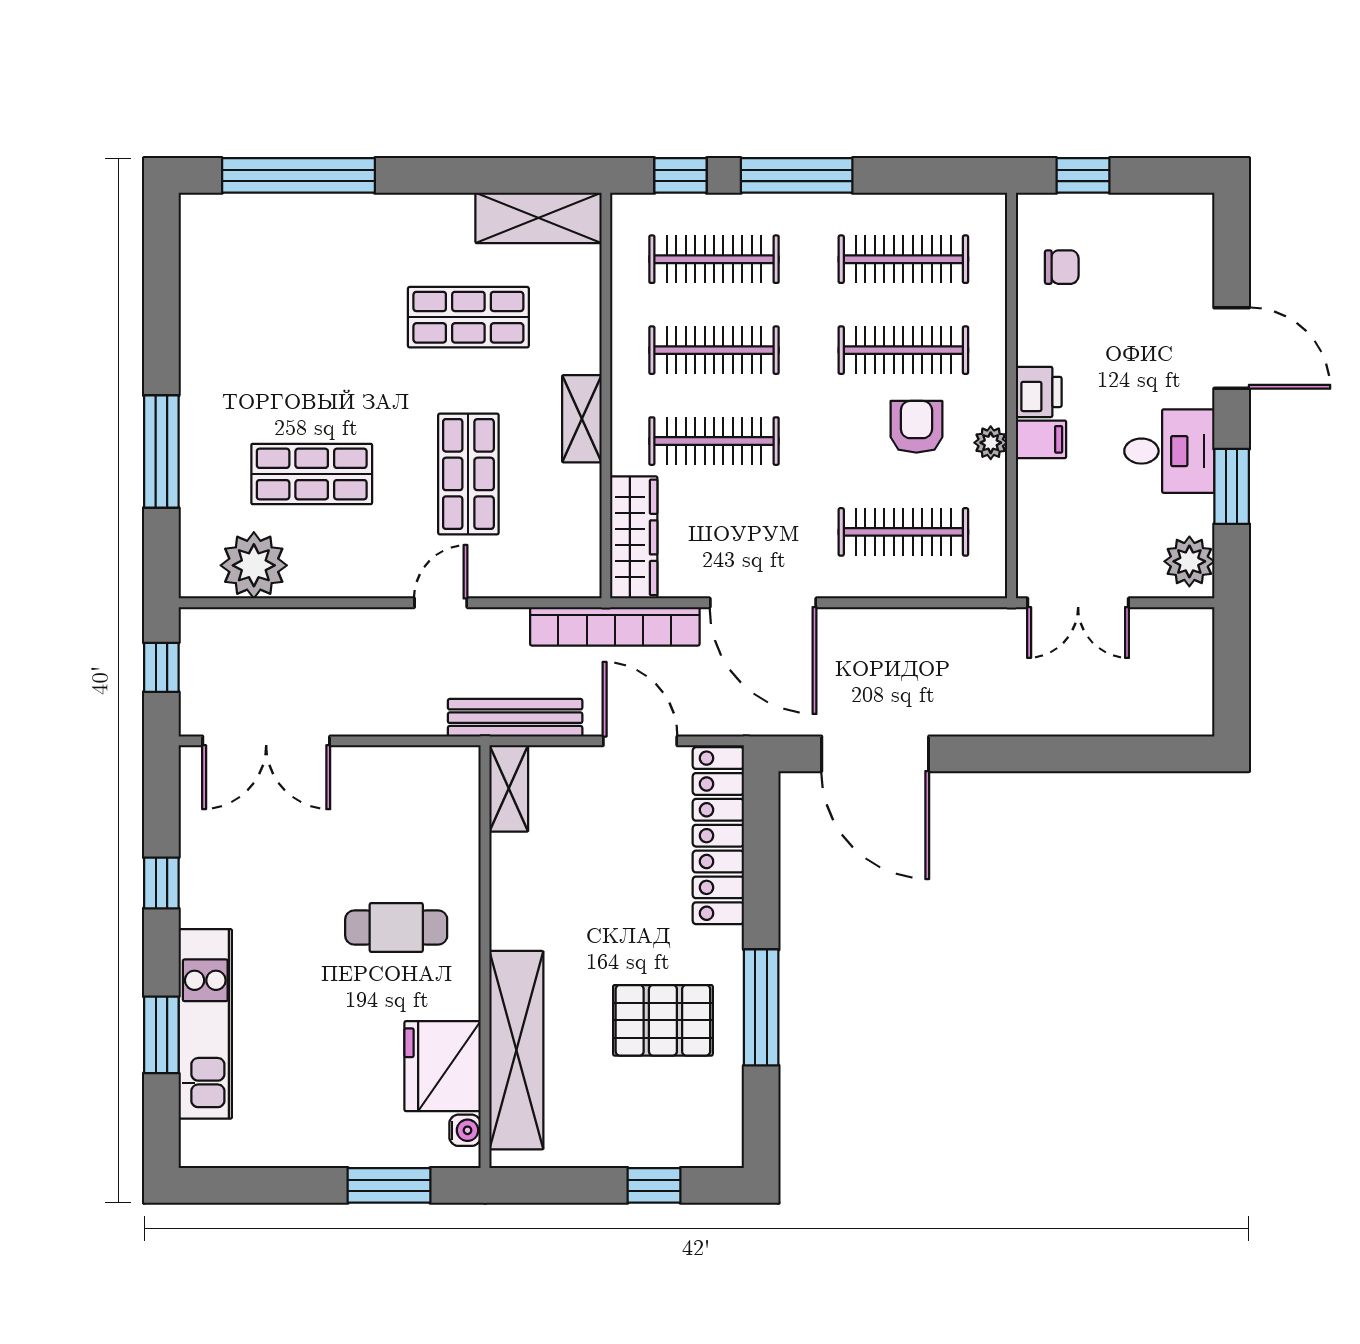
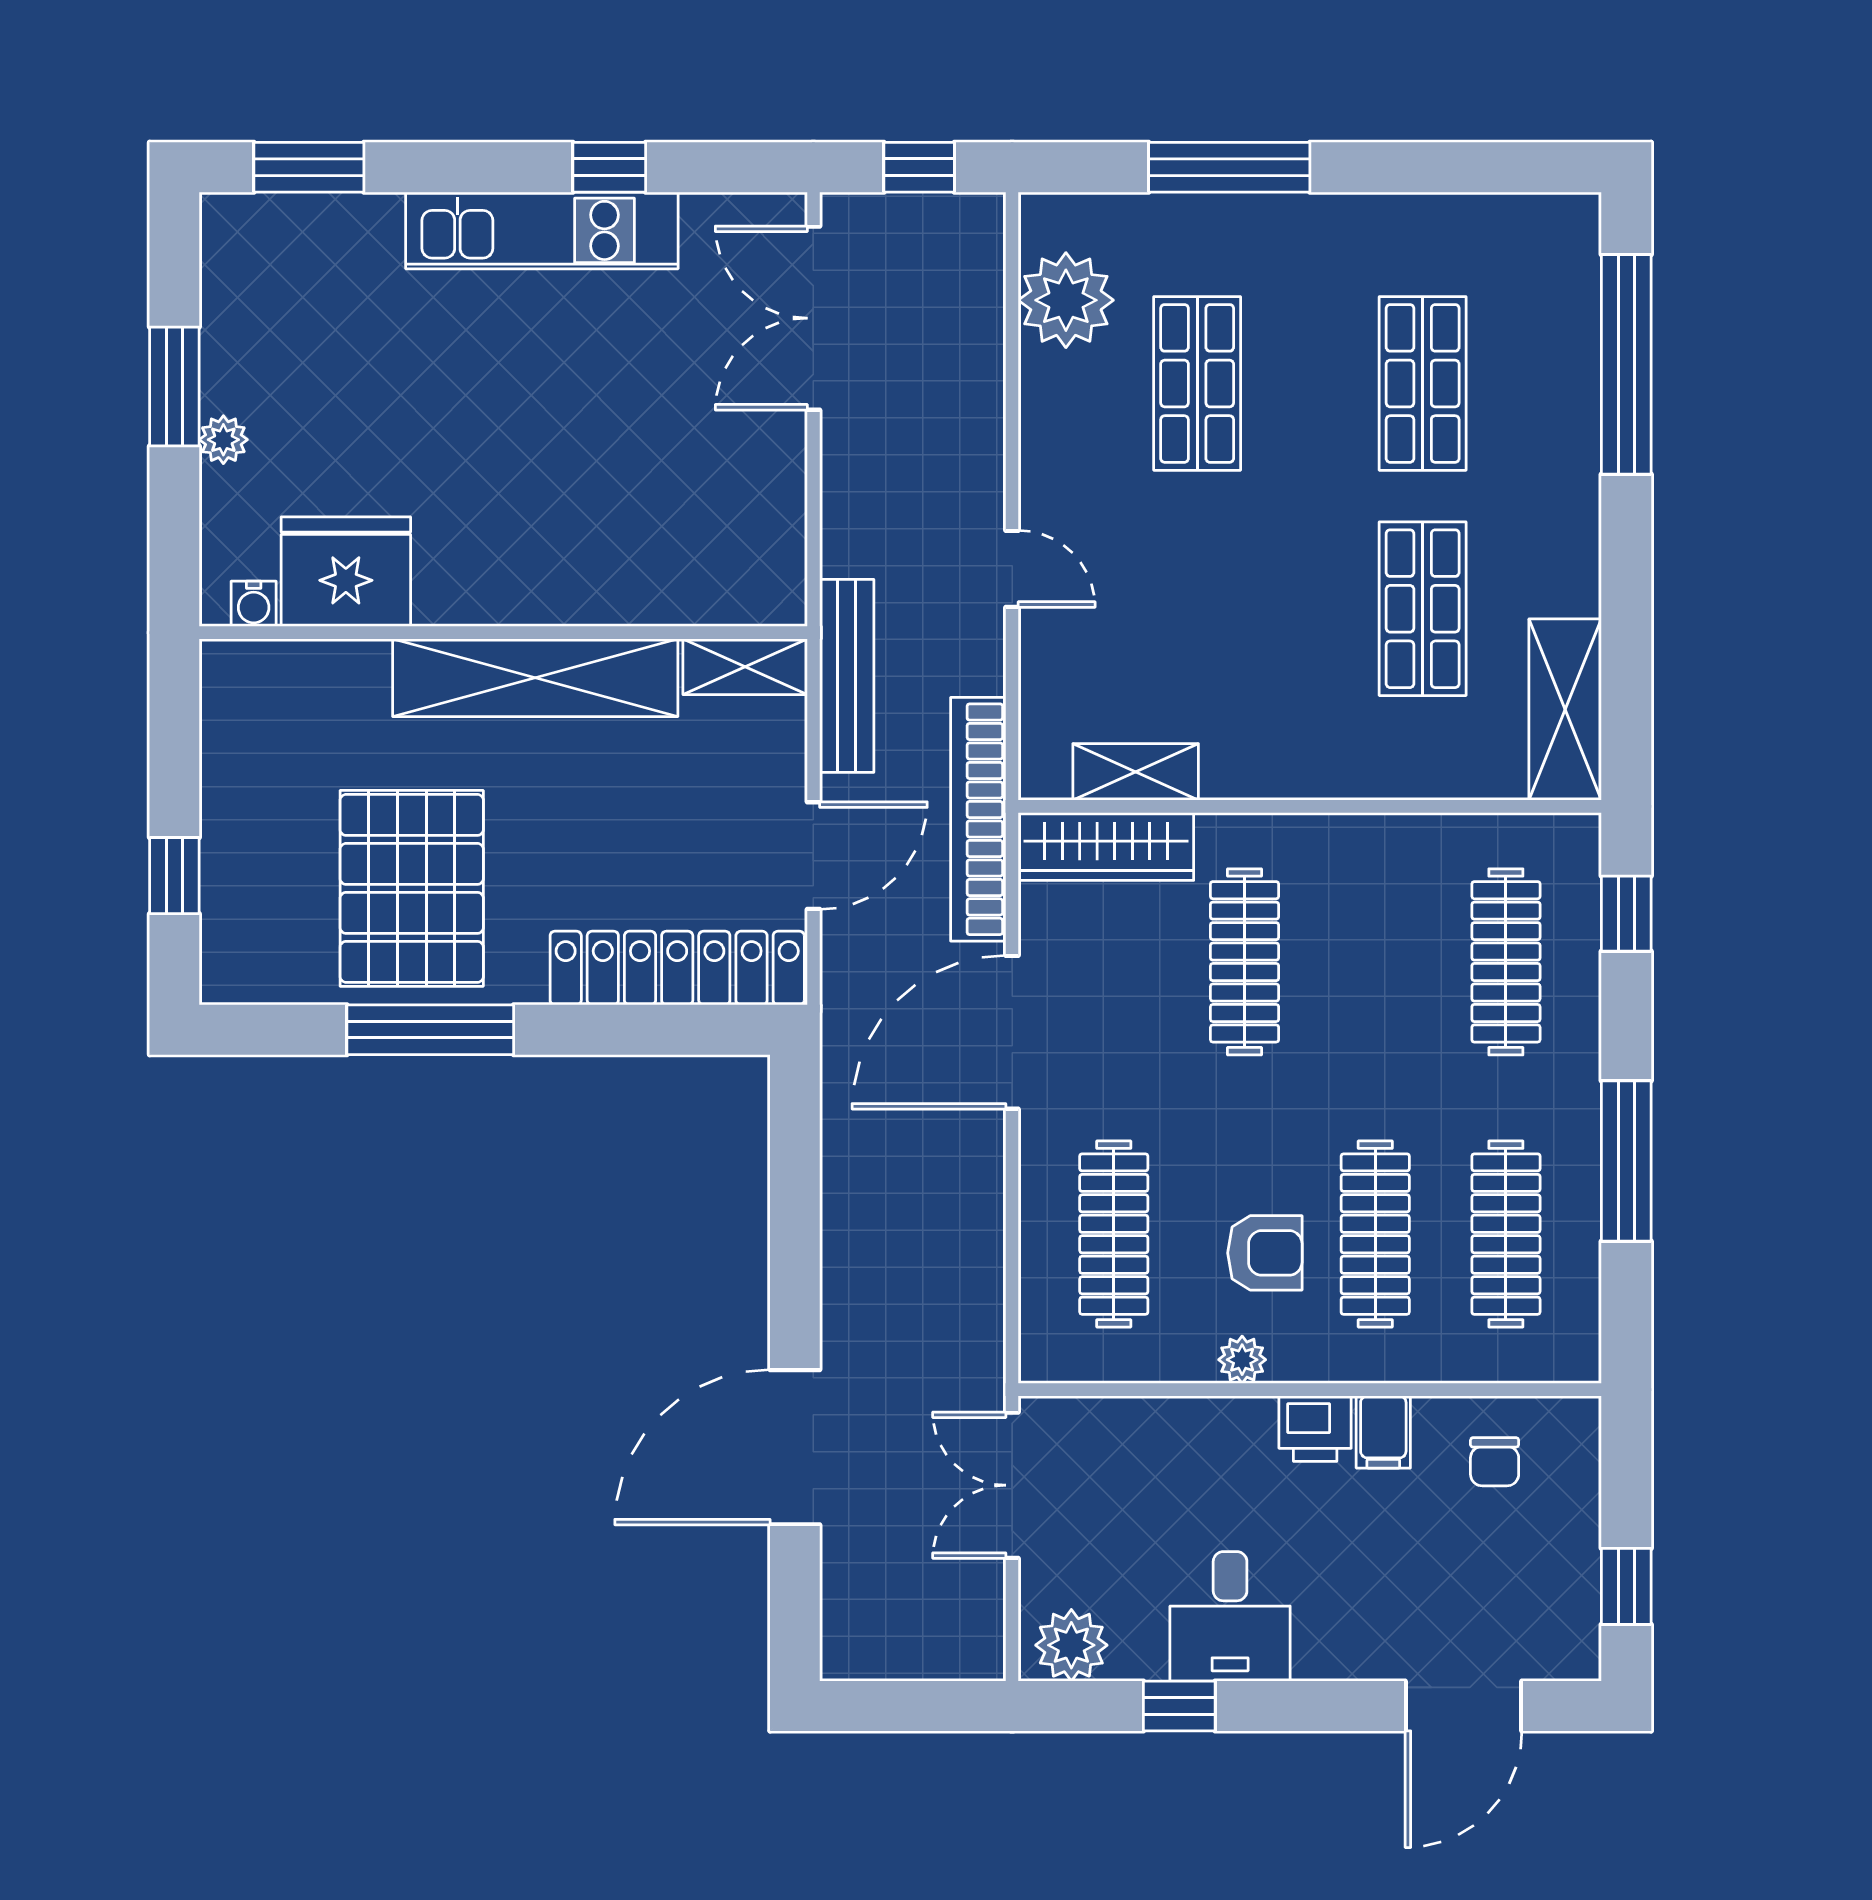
window: (797, 175) -> (1626, 1161), moved
window: (1083, 175) -> (1626, 1586), moved
door: (1232, 348) -> (1464, 1706), moved
clothes rail: (714, 350) -> (1375, 962), removed
shelving: (582, 419) -> (1136, 772), moved
filing cabinet: (1041, 439) -> (1383, 1432), moved
shop shelf: (468, 474) -> (1423, 383), moved, turned 90
window: (1232, 486) -> (1179, 1706), width x0.67
door: (875, 754) -> (795, 1447), moved
cafe table: (396, 928) -> (545, 505), removed
pallet: (663, 1020) -> (412, 888), width x1.37, depth x1.41
kitchen unit: (205, 1024) -> (542, 230), moved
window: (161, 1035) -> (309, 167), moved
shelving: (516, 1050) -> (535, 678), moved
plant: (351, 1151) -> (223, 440), added
window: (389, 1185) -> (174, 386), moved

